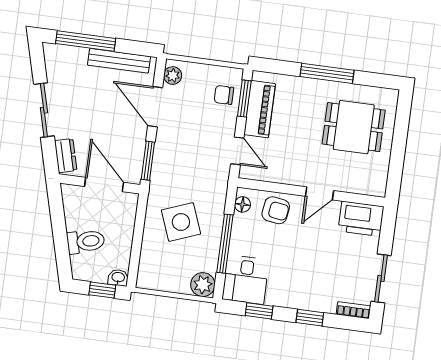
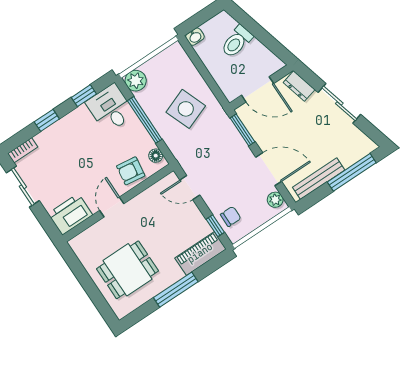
window: (244, 99) -> (215, 226), width x0.67
piano: (260, 109) -> (200, 253), moved, turned 90
window: (102, 290) -> (198, 19), removed

